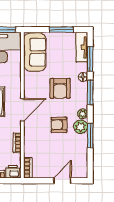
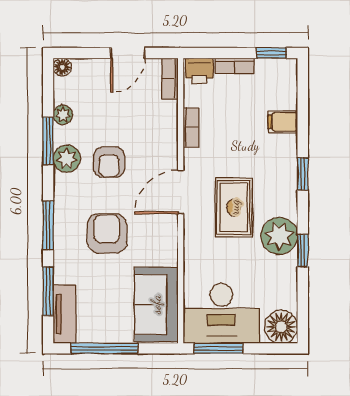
window: (61, 30) -> (104, 348), width x1.44
floor lamp: (83, 77) -> (62, 67), moved
plant: (83, 114) -> (63, 115), moved
armchair: (59, 125) -> (109, 162), turned 90
door: (62, 181) -> (128, 53), moved

